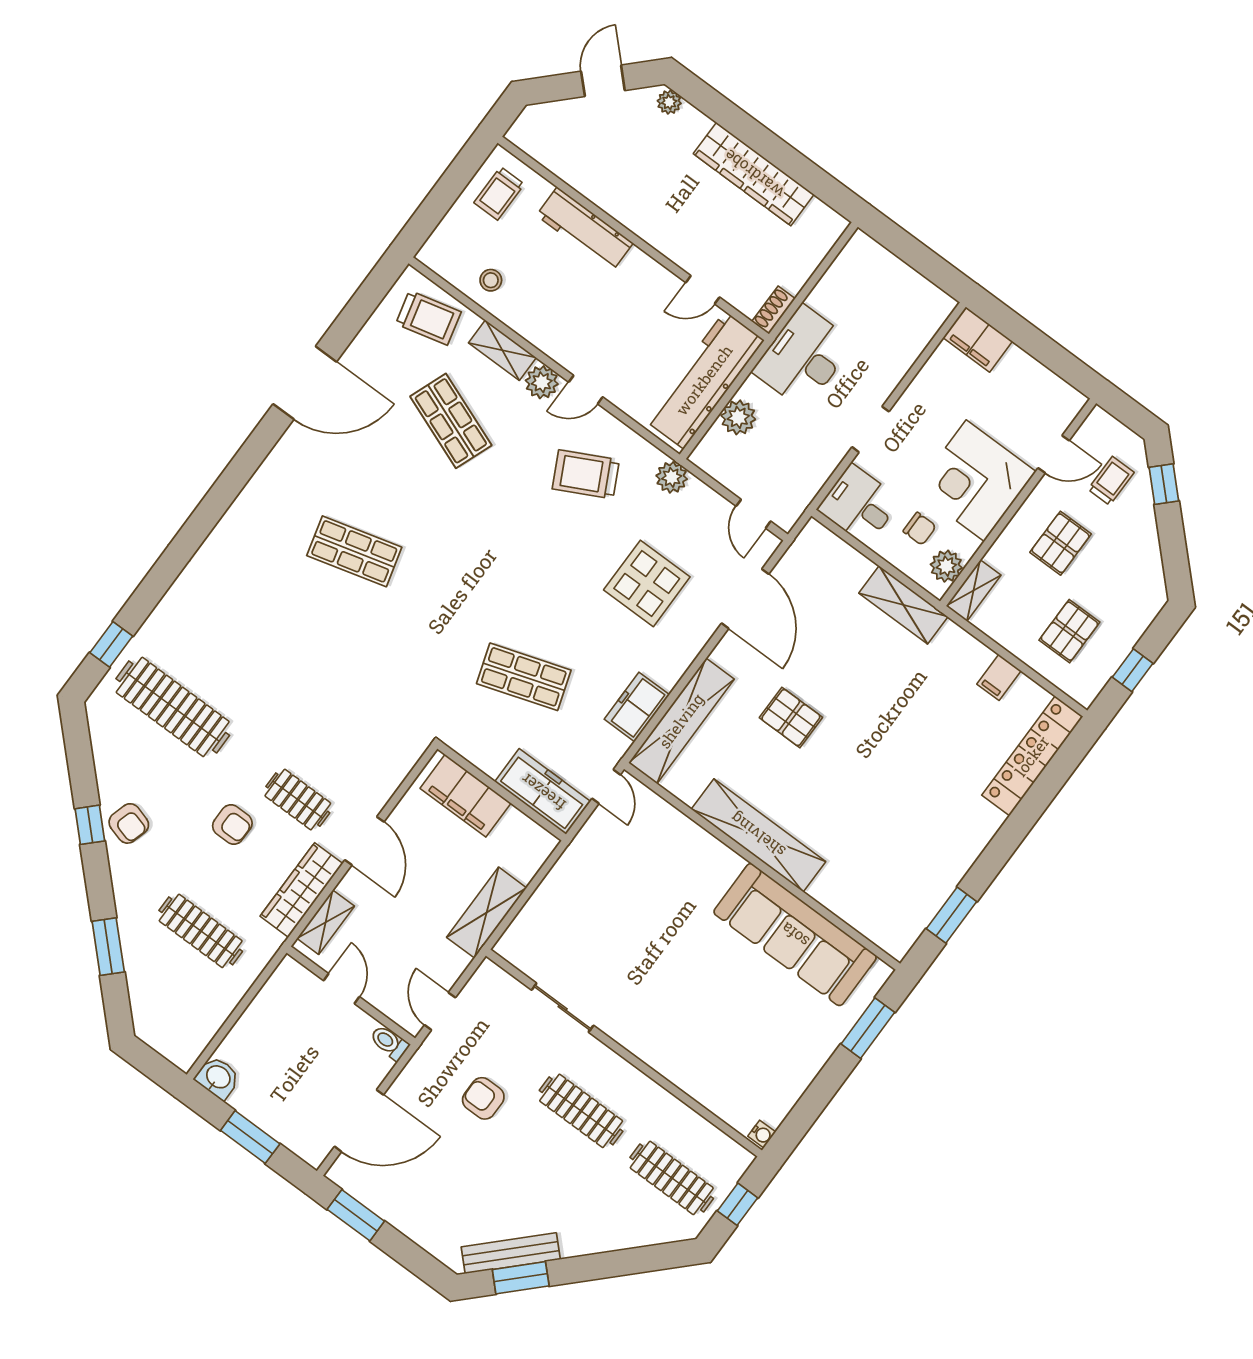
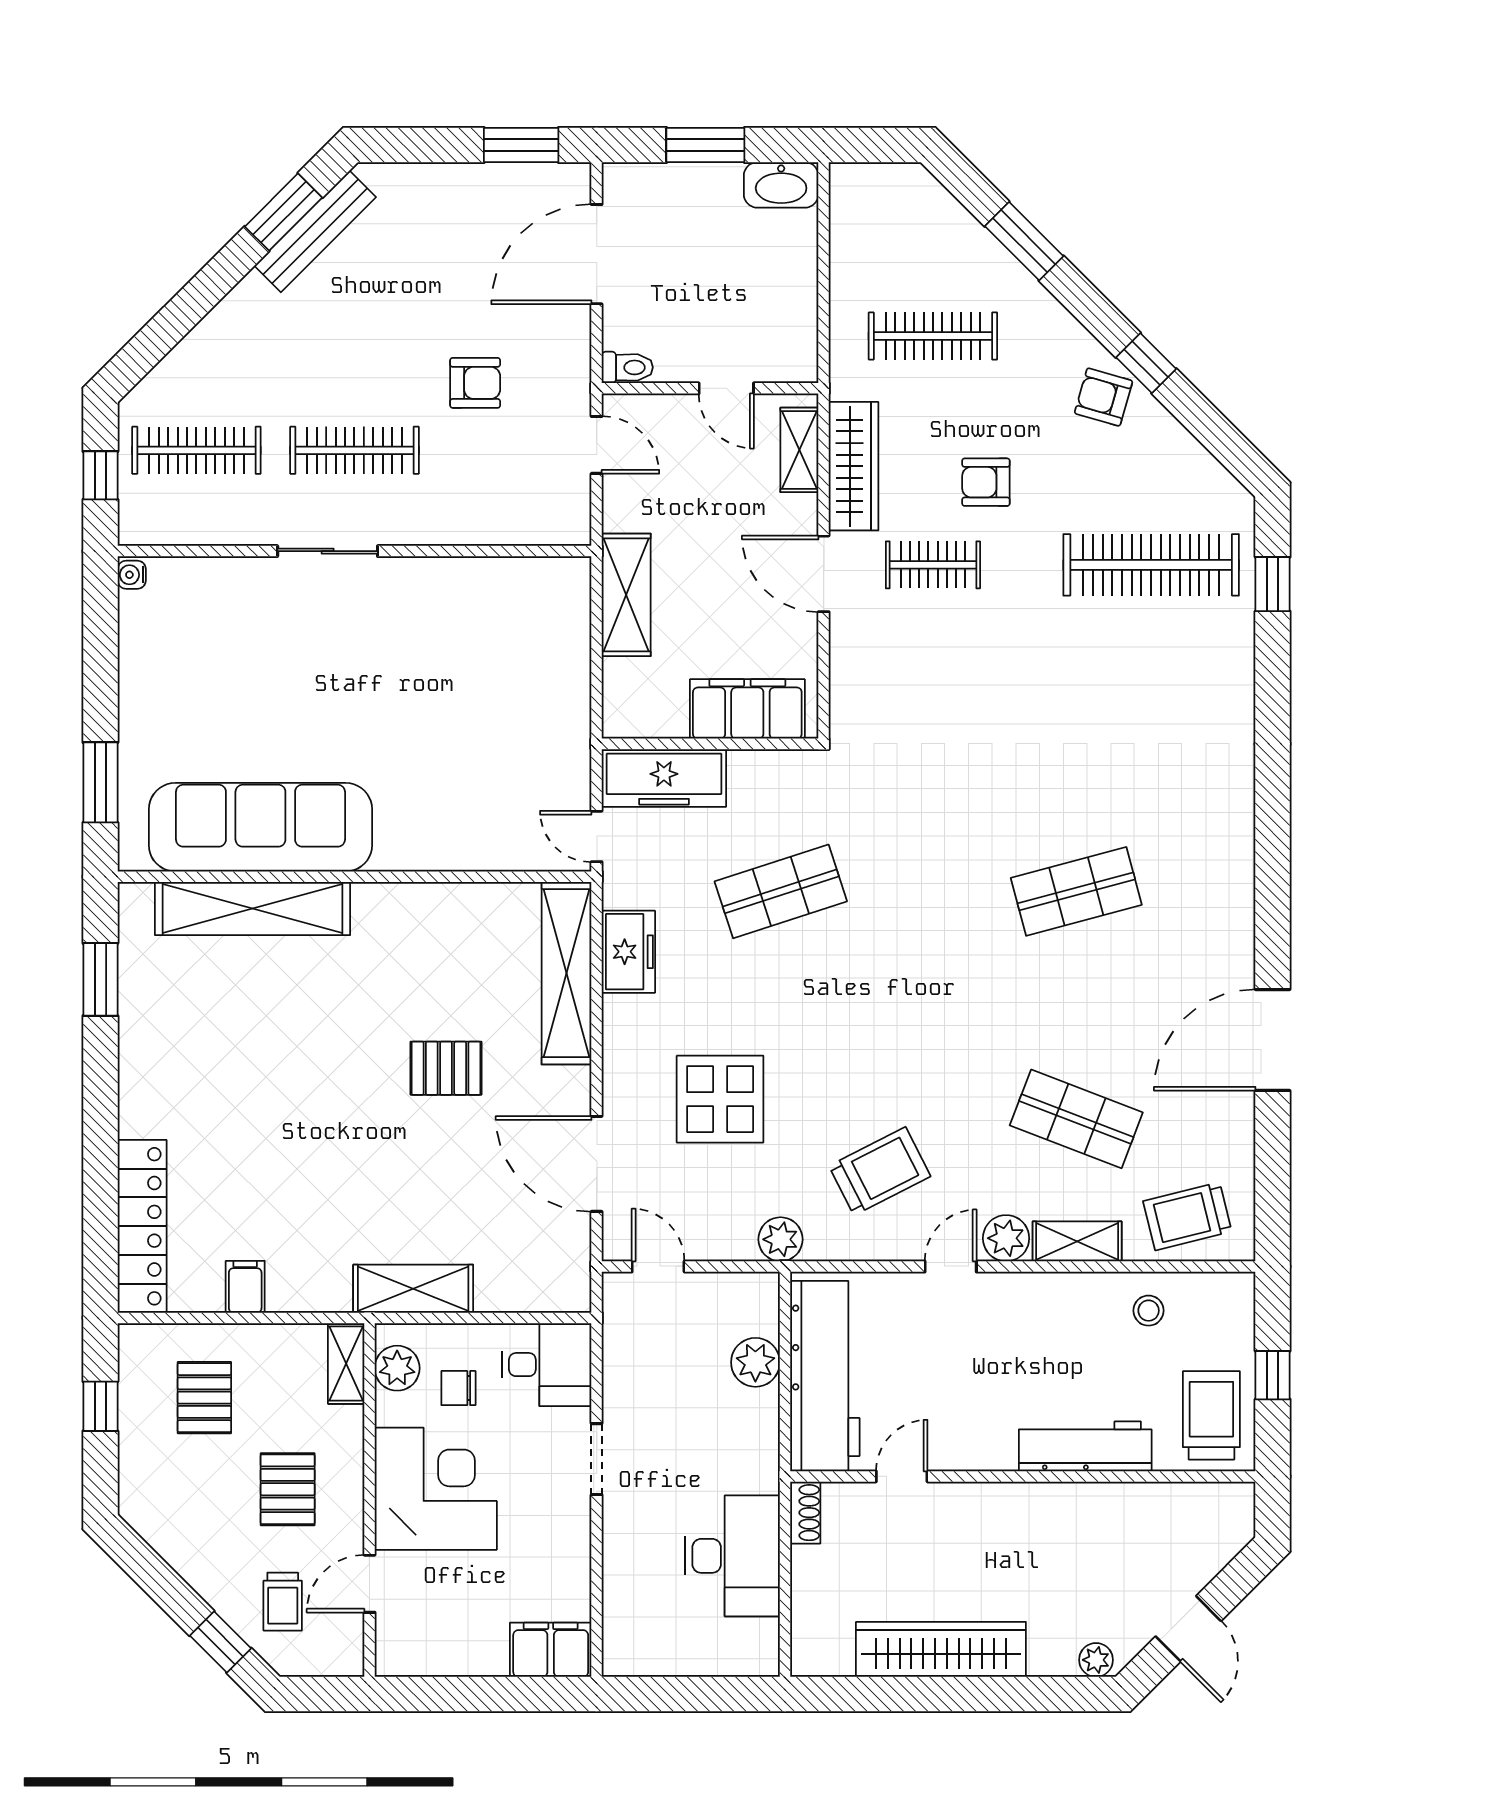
window: (447, 191) -> (1273, 1375), added
trolley: (499, 193) -> (1211, 1415), width x1.36, depth x1.39
desk: (803, 357) -> (732, 1556), moved
shelving: (758, 835) -> (253, 908), moved
sliding door: (563, 1008) -> (328, 551), moved
washbasin: (218, 1078) -> (781, 185), width x1.38

